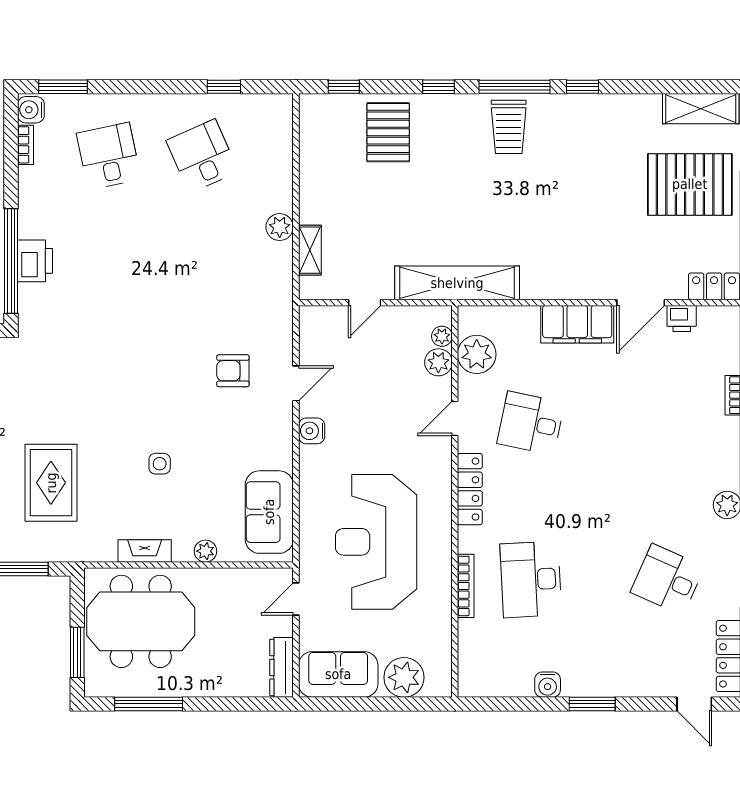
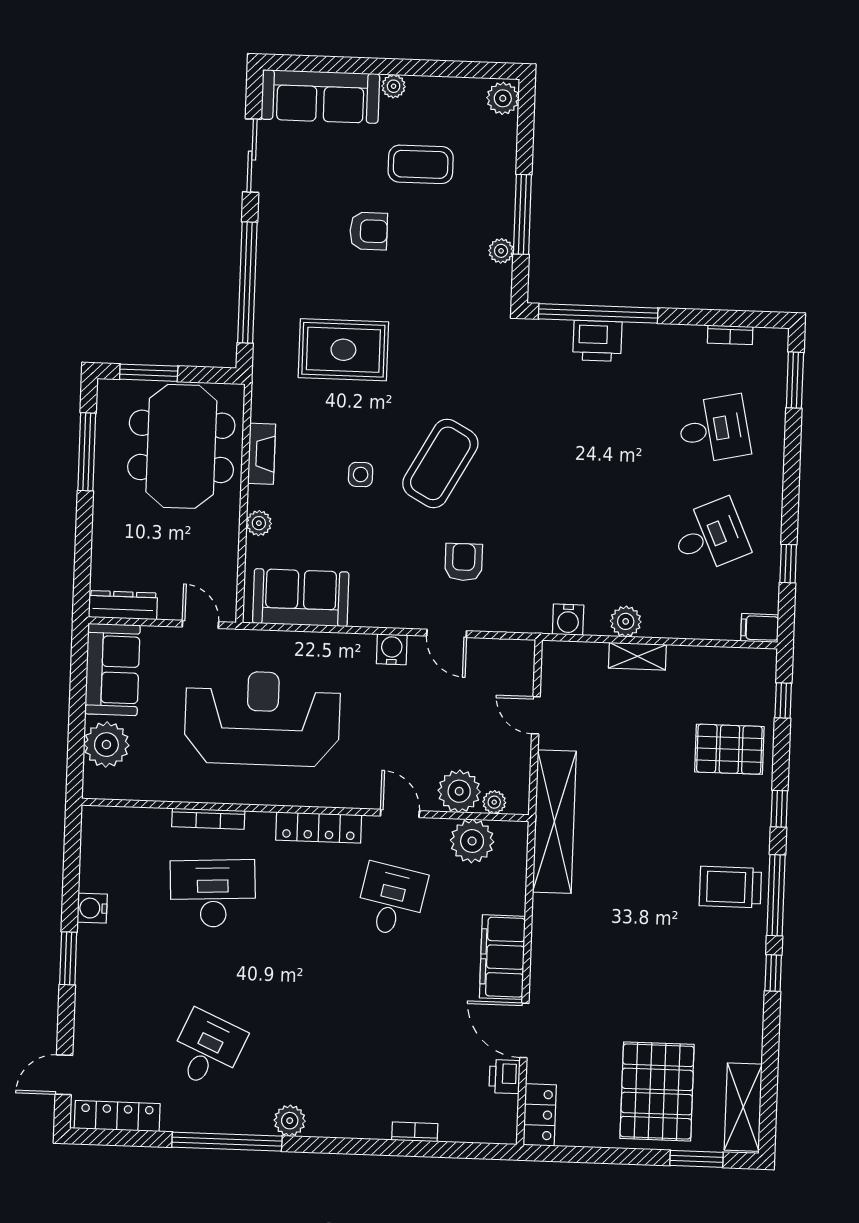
water cooler: (31, 110) -> (568, 620), moved, turned 180
filing cabinet: (281, 110) -> (760, 628), added
shelving: (310, 250) -> (637, 656), moved
plant: (438, 362) -> (459, 791), width x1.36, depth x1.36
coffee table: (147, 394) -> (440, 463), added

